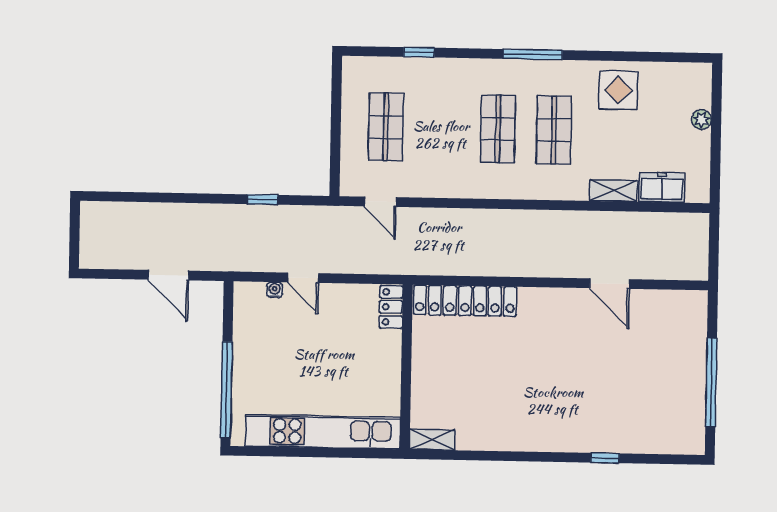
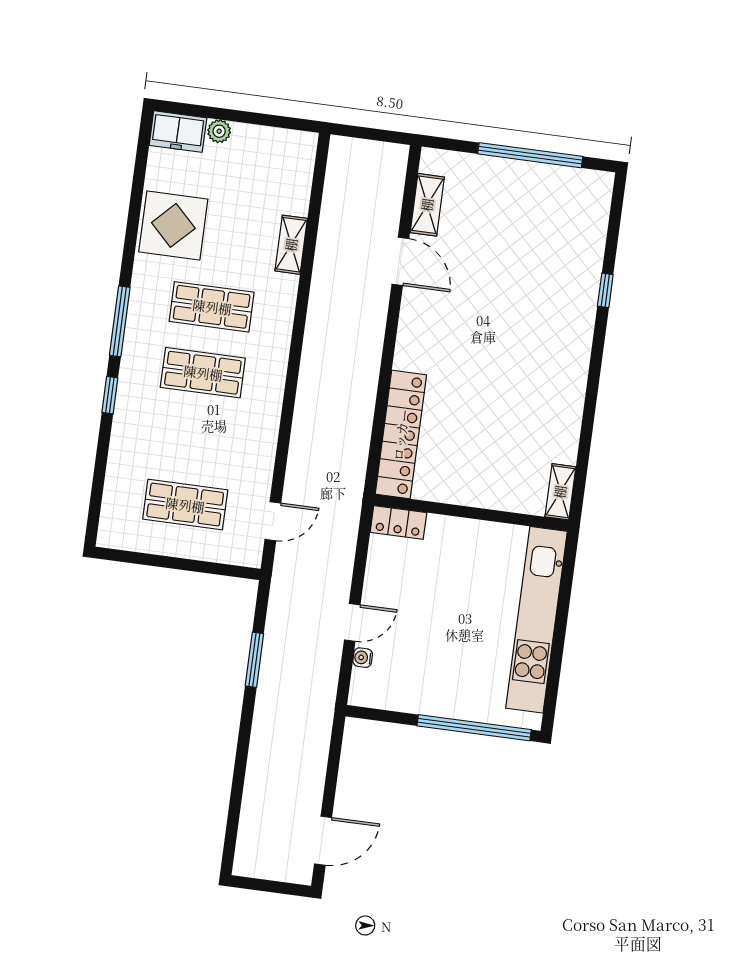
window: (419, 52) -> (110, 395), moved
display table: (618, 90) -> (173, 225), width x1.36, depth x1.36
freezer: (662, 188) -> (178, 132), moved, turned -90
window: (262, 199) -> (254, 660), width x1.50
door: (168, 275) -> (323, 841), moved
door: (610, 284) -> (400, 261), hinge flipped
shelving: (660, 301) -> (427, 205), added

